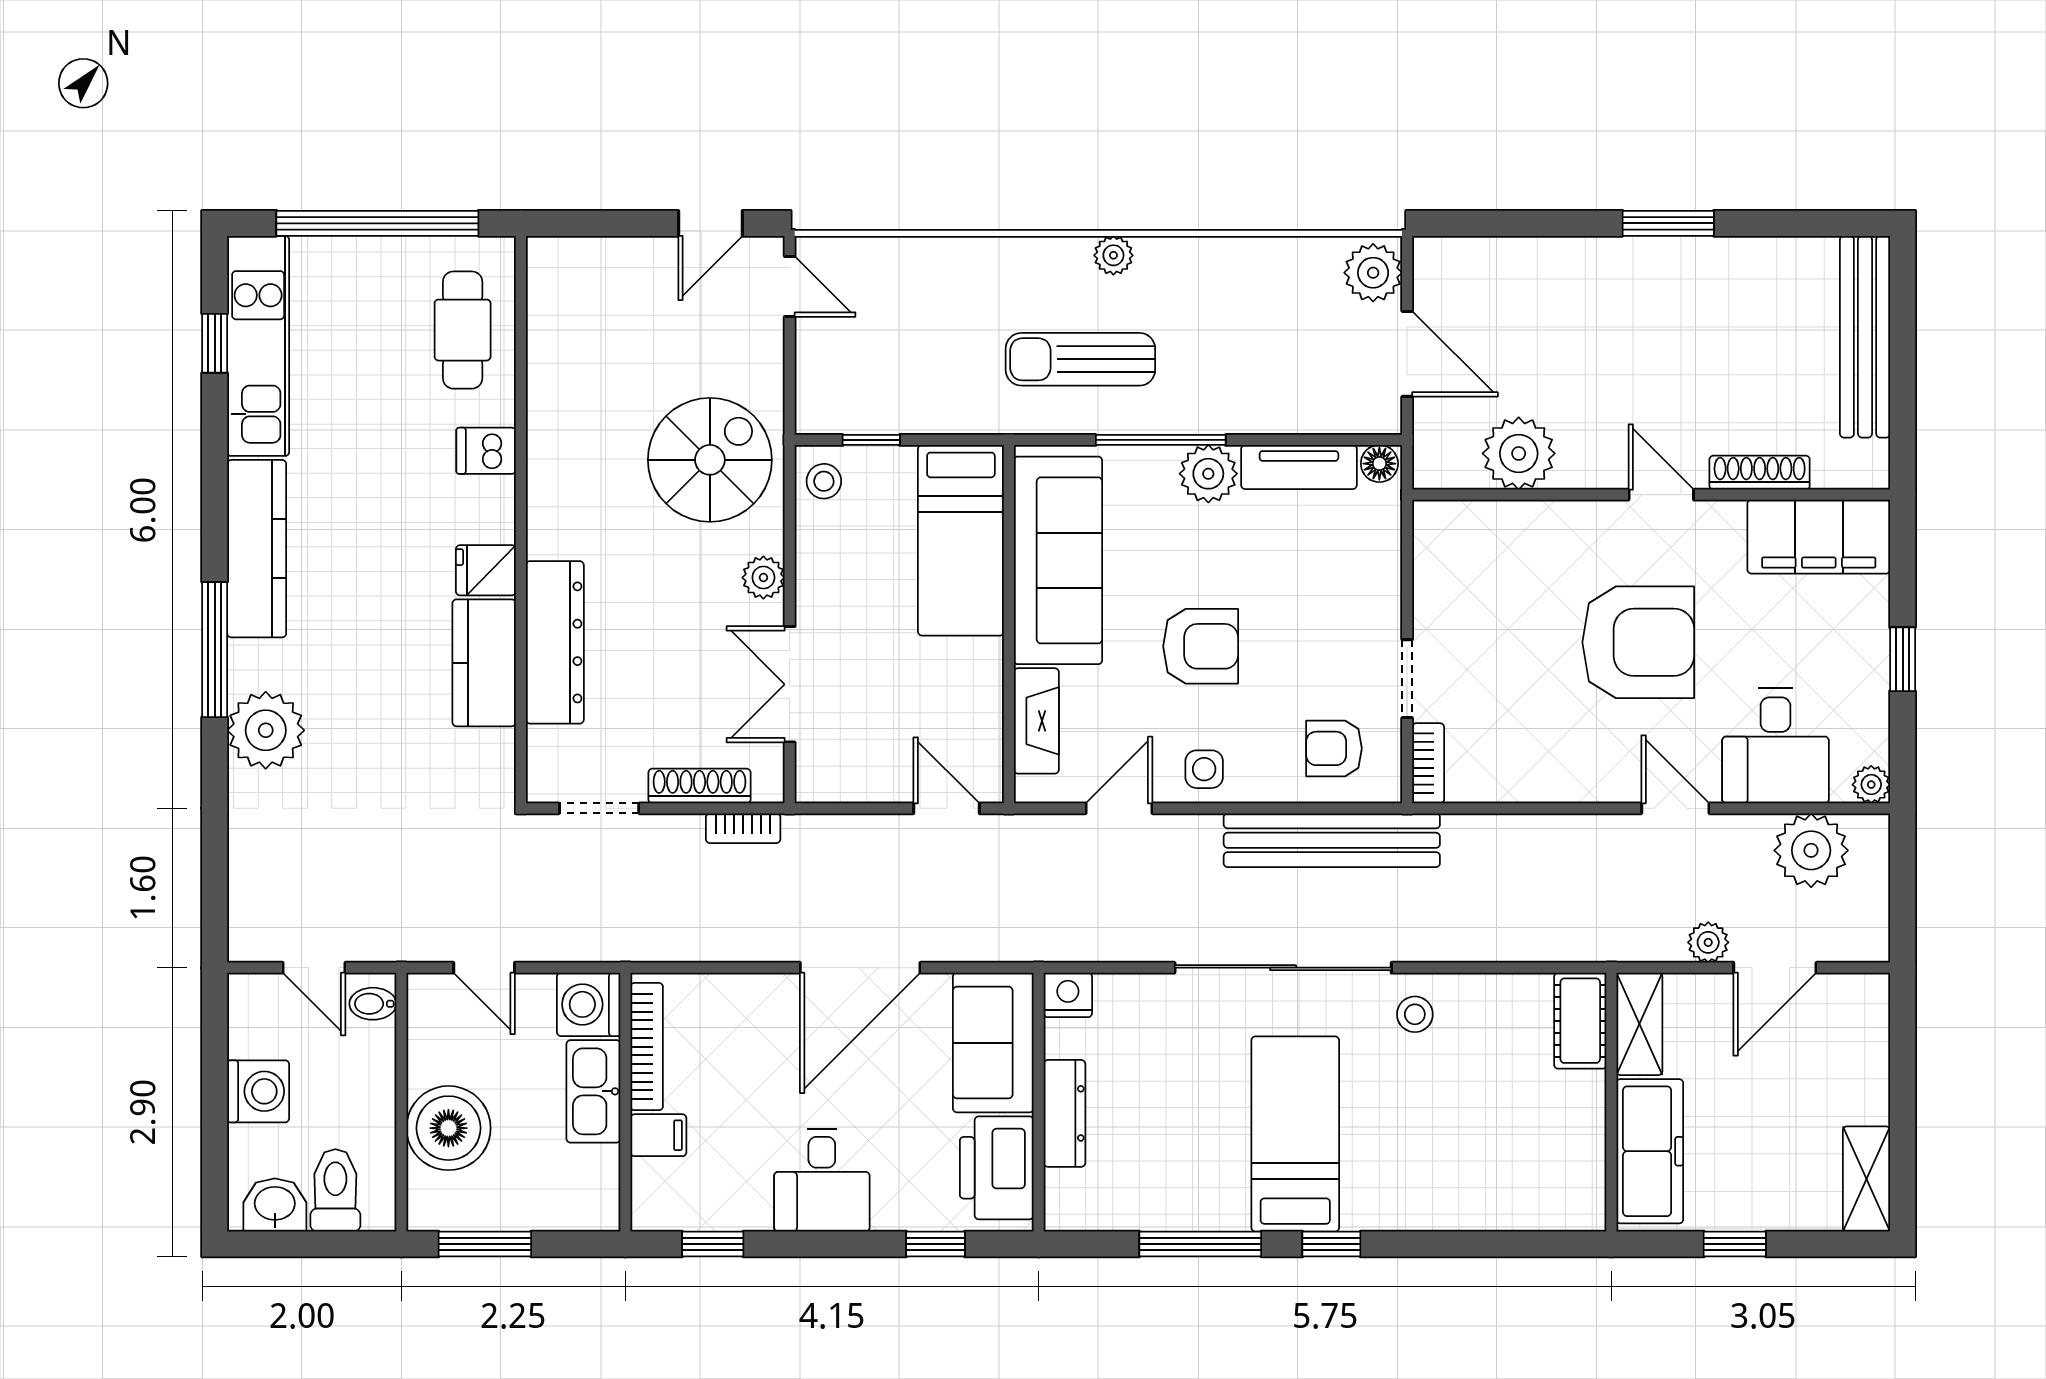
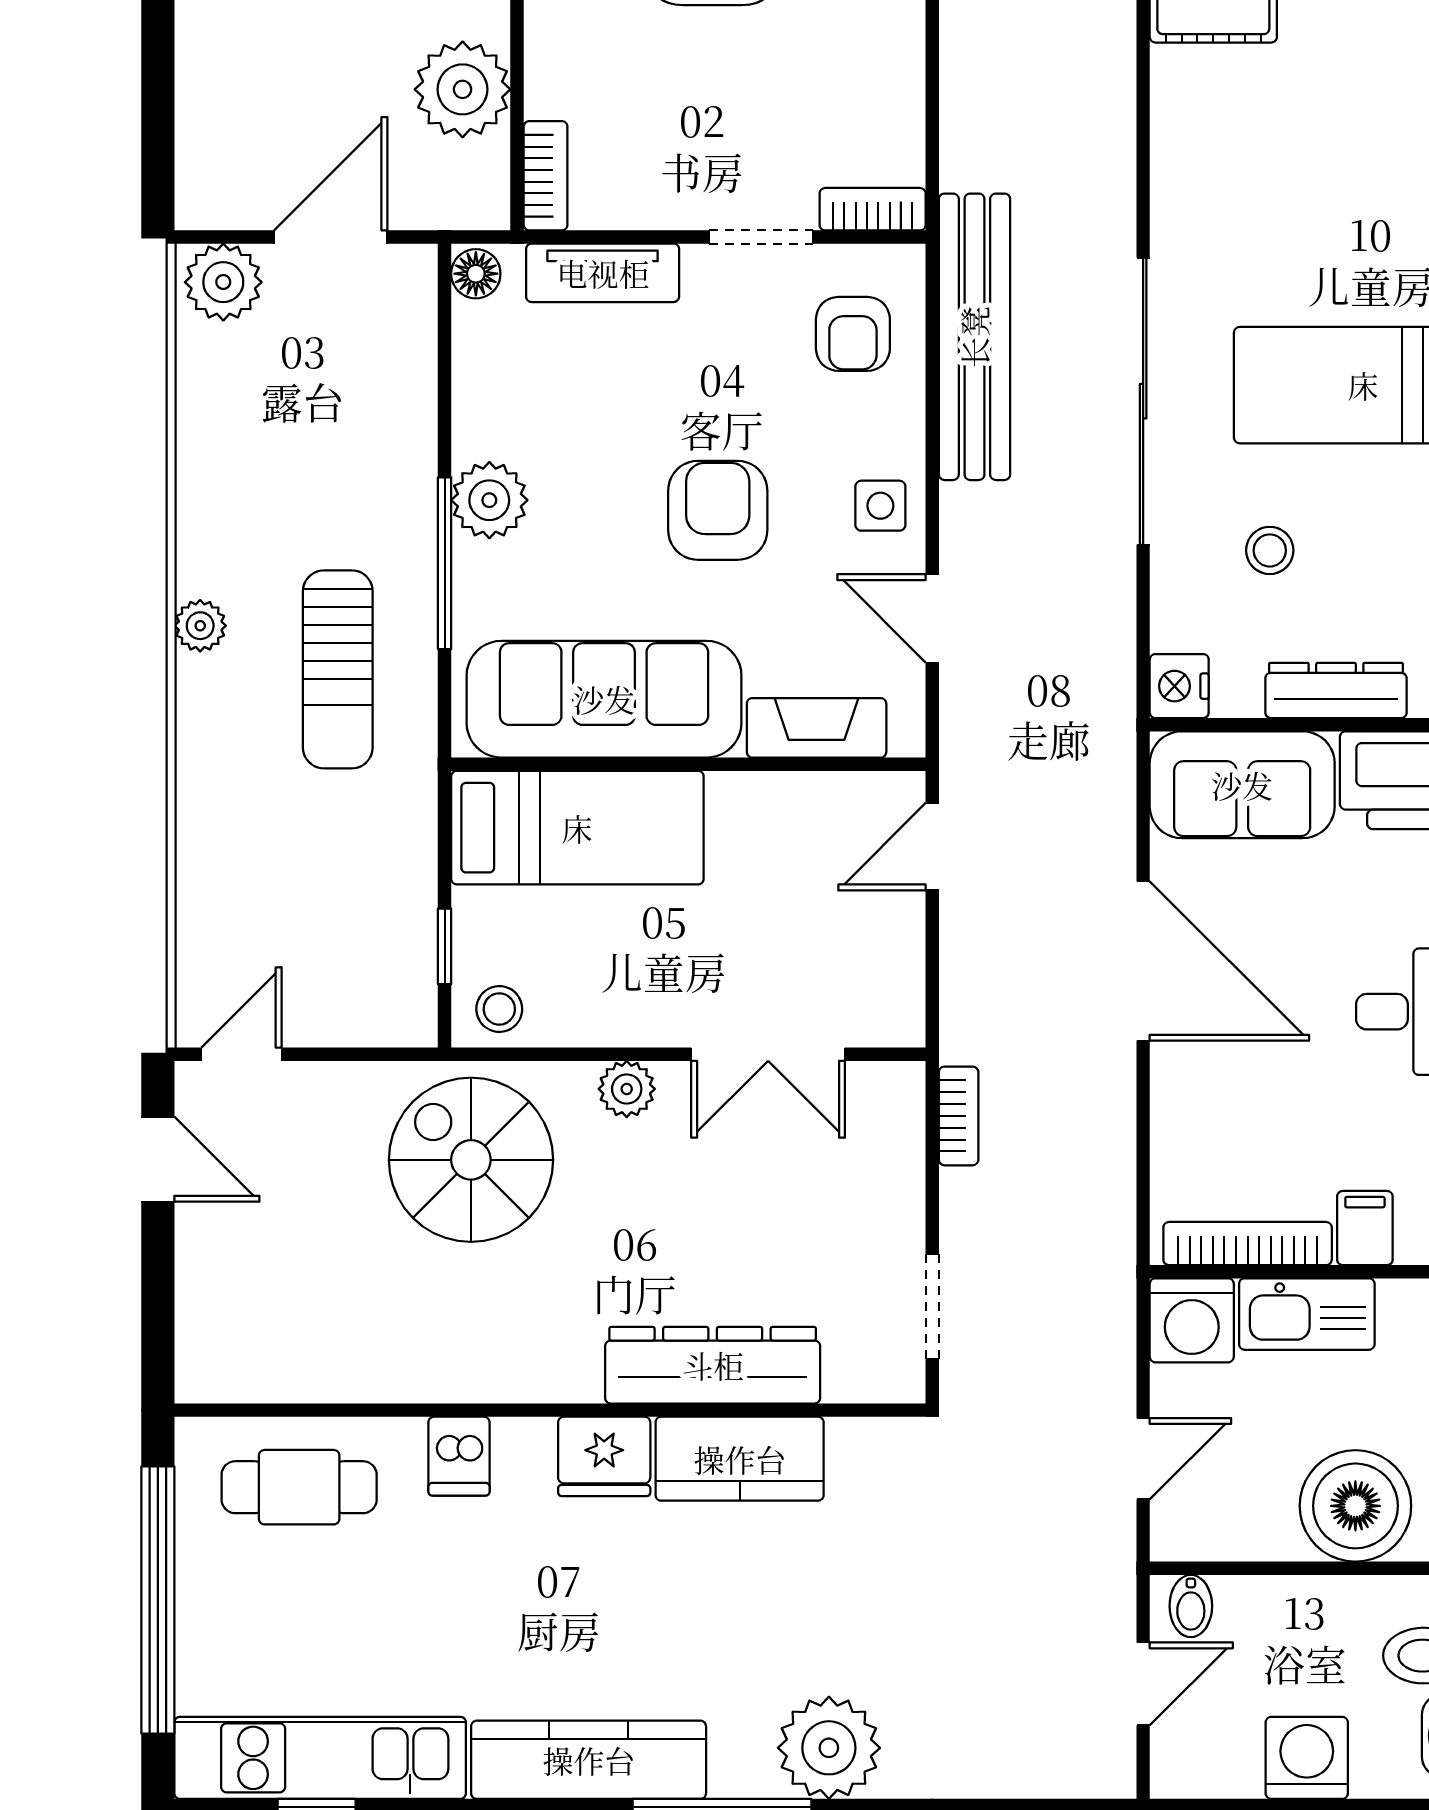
tv unit: (1299, 467) -> (603, 273), moved, turned 90
bookcase: (1453, 516) -> (546, 176), added
fridge: (486, 570) -> (604, 1456), width x1.38
shoe rack: (699, 786) -> (903, 1174), removed
stool: (1415, 1014) -> (1270, 550), moved

